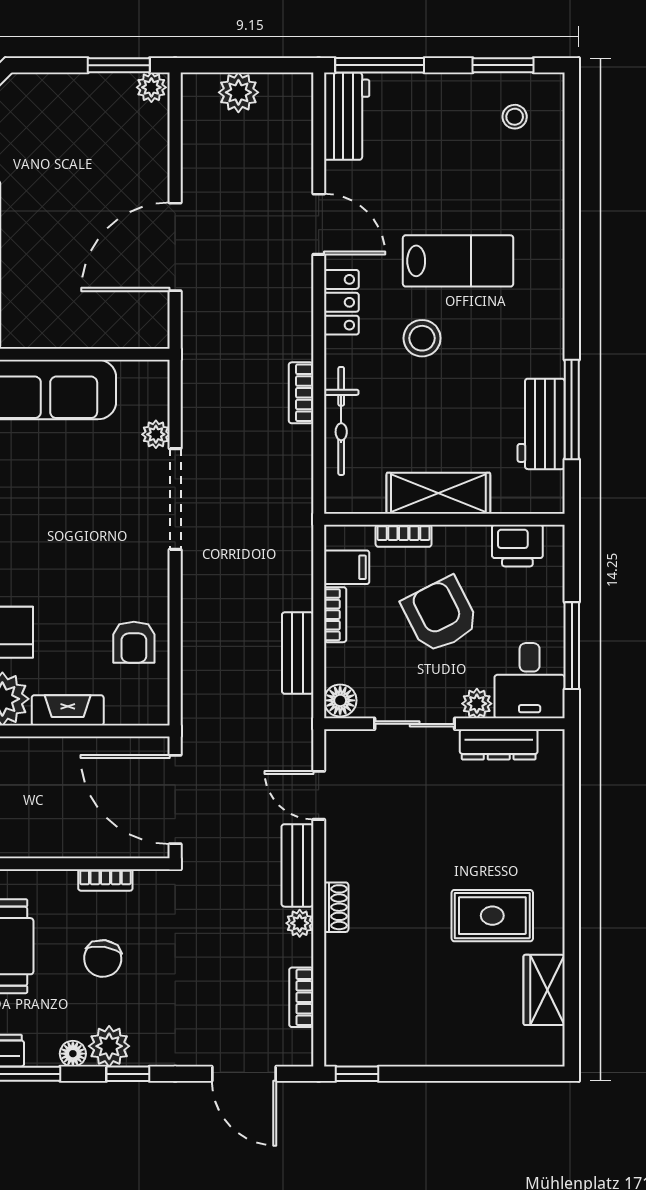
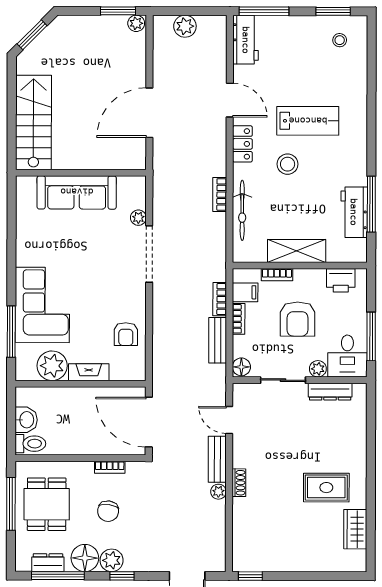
armchair: (440, 615) -> (298, 319), turned -153
bookcase: (301, 997) -> (220, 299), moved
floor lamp: (73, 1054) -> (85, 558), width x1.89, depth x1.89

